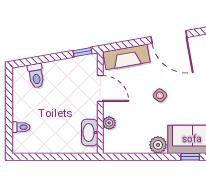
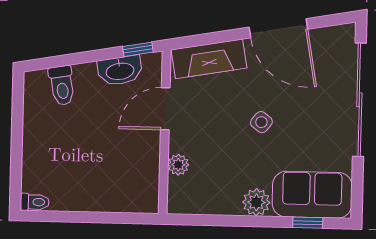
door: (100, 89) -> (165, 109), swing flipped
toilet: (21, 127) -> (35, 202), moved
washbasin: (90, 132) -> (120, 71), moved, turned -100

